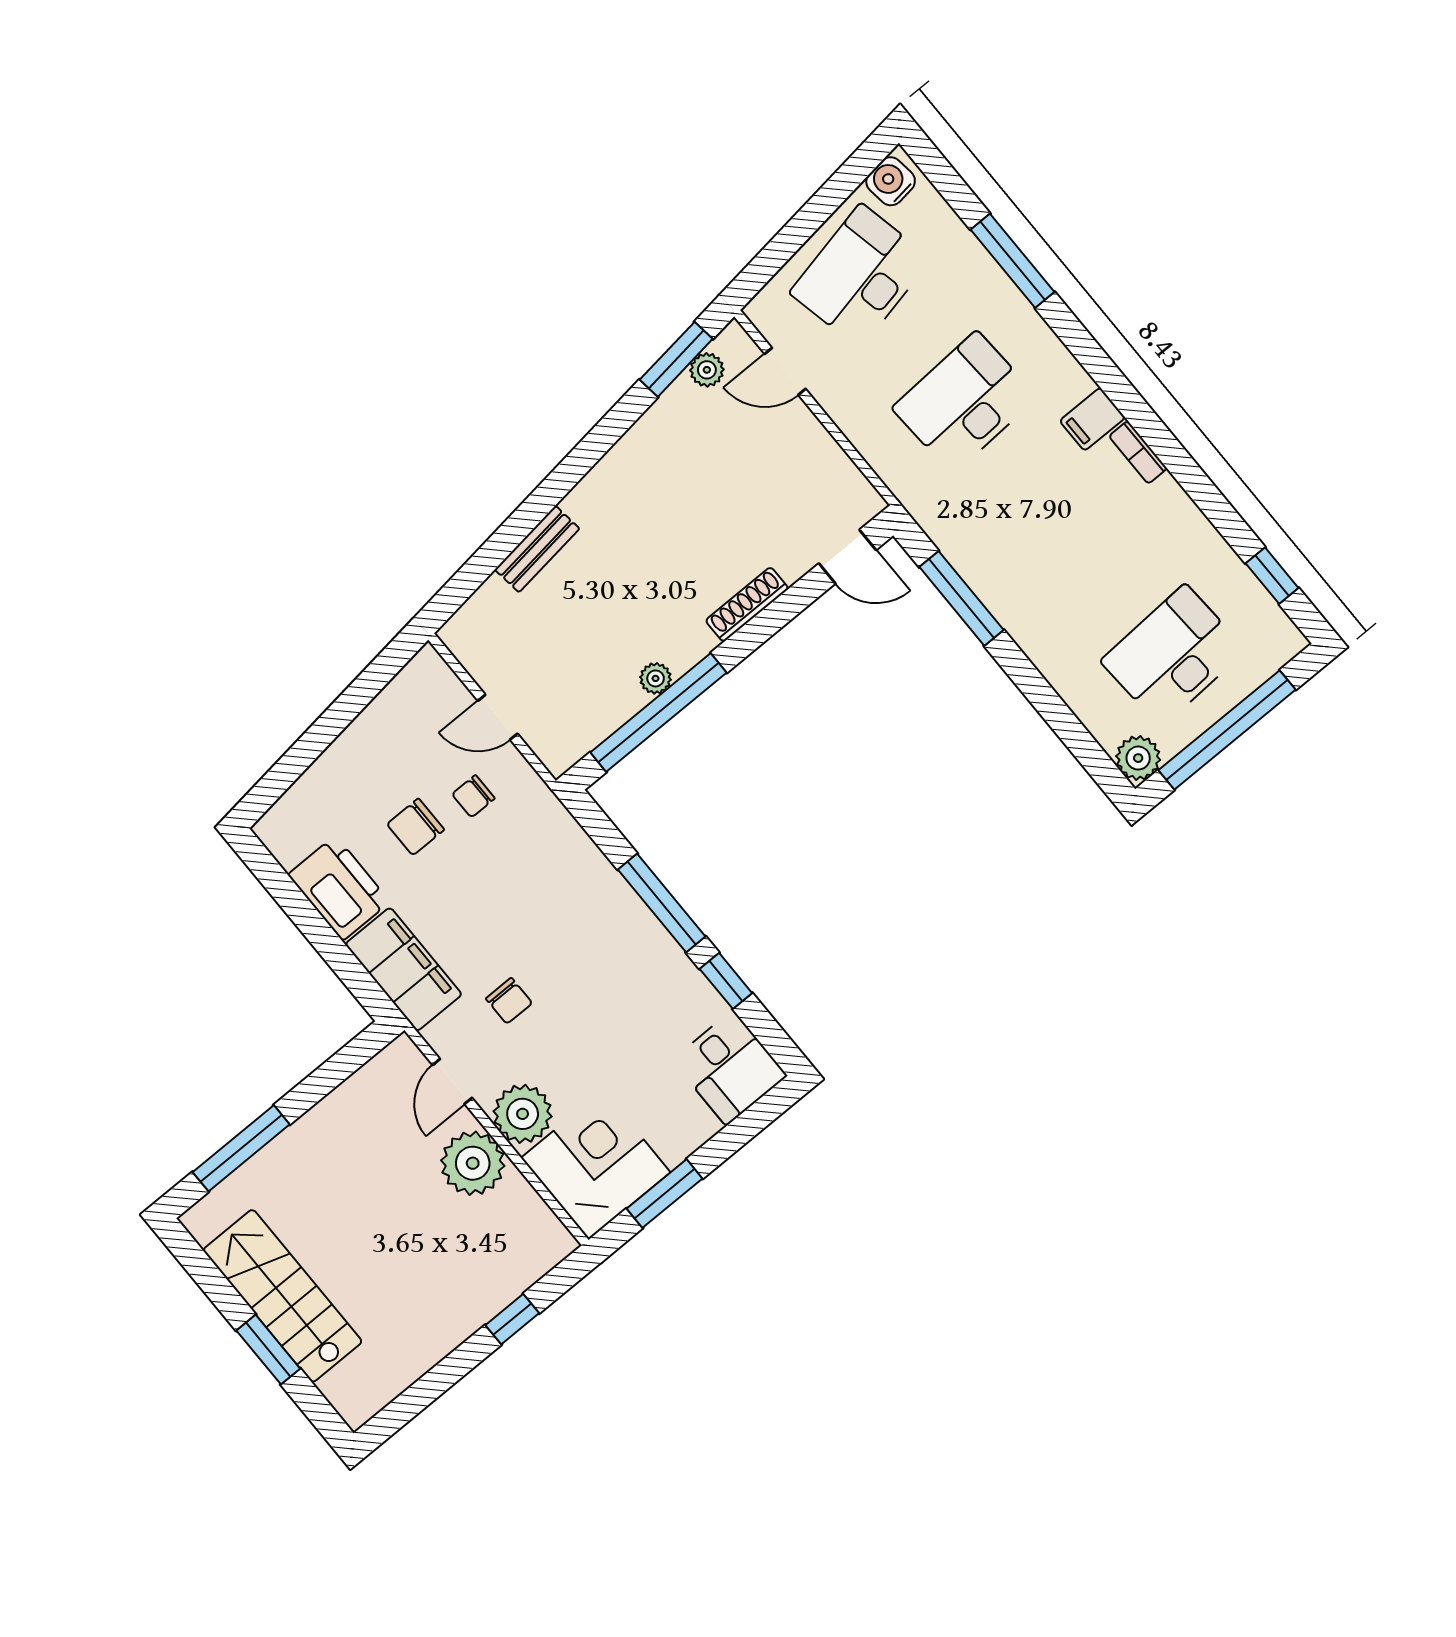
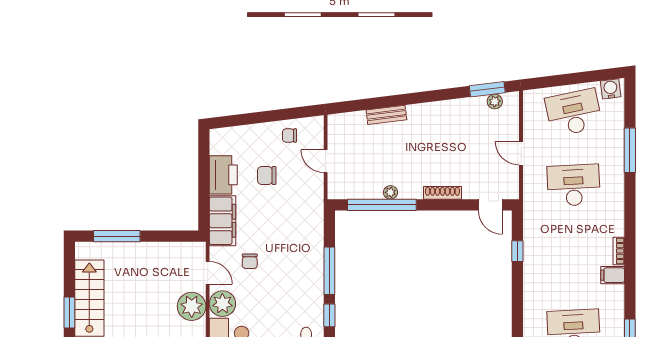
door: (785, 371) -> (521, 153), moved
filing cabinet: (1092, 419) -> (613, 275), moved
window: (961, 598) -> (517, 251), width x0.46
chair: (473, 796) -> (290, 136), moved
door: (452, 1081) -> (208, 273), swing flipped

